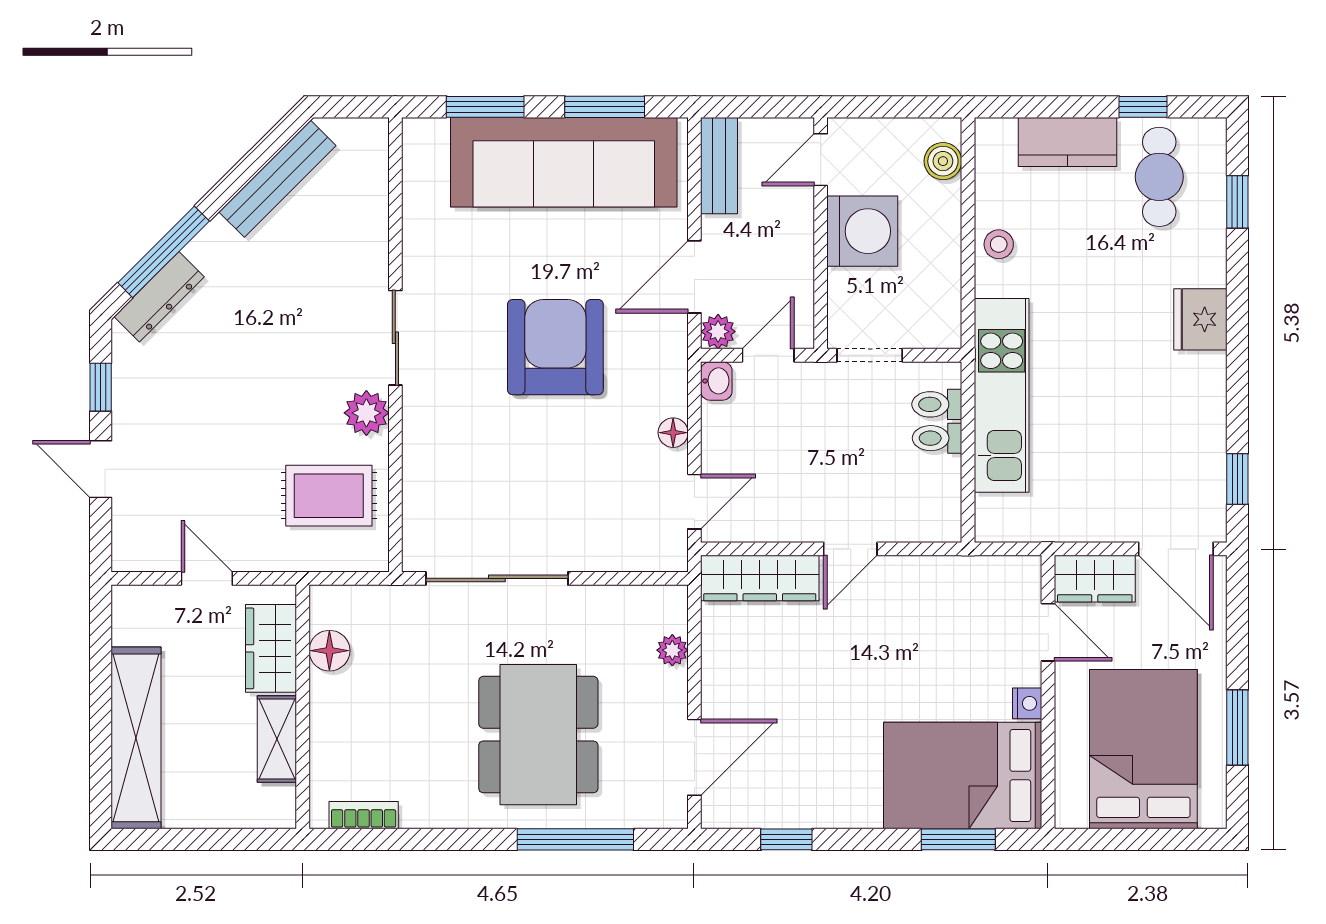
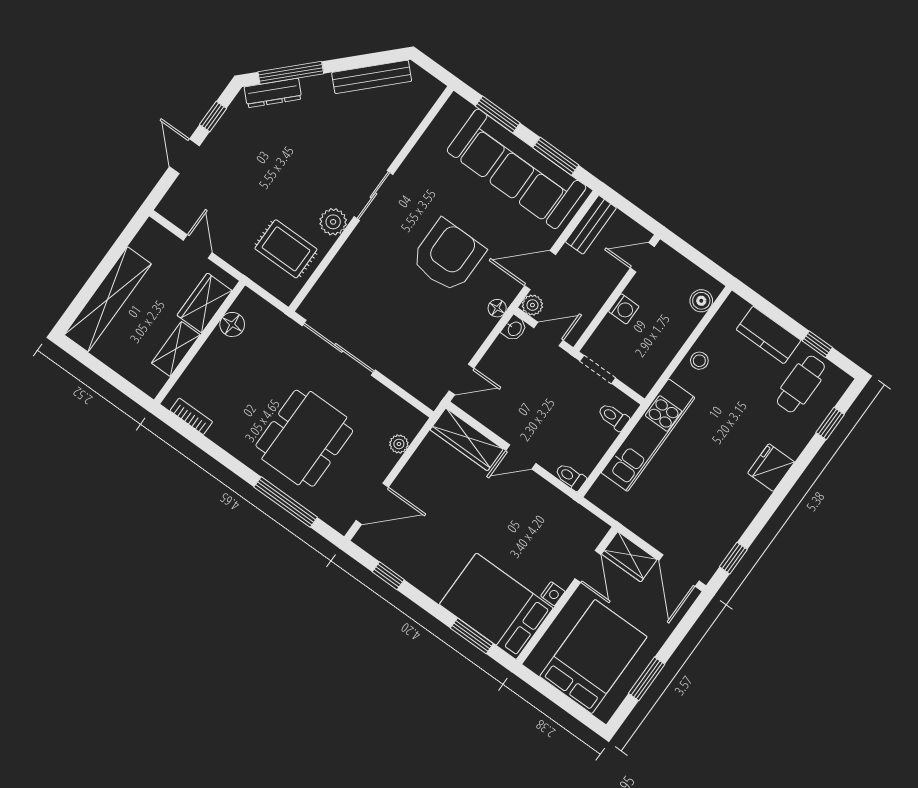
washing machine: (862, 231) -> (624, 309), width x0.53, depth x0.53
floor lamp: (673, 433) -> (497, 308), moved
toilet: (937, 438) -> (570, 477), moved

